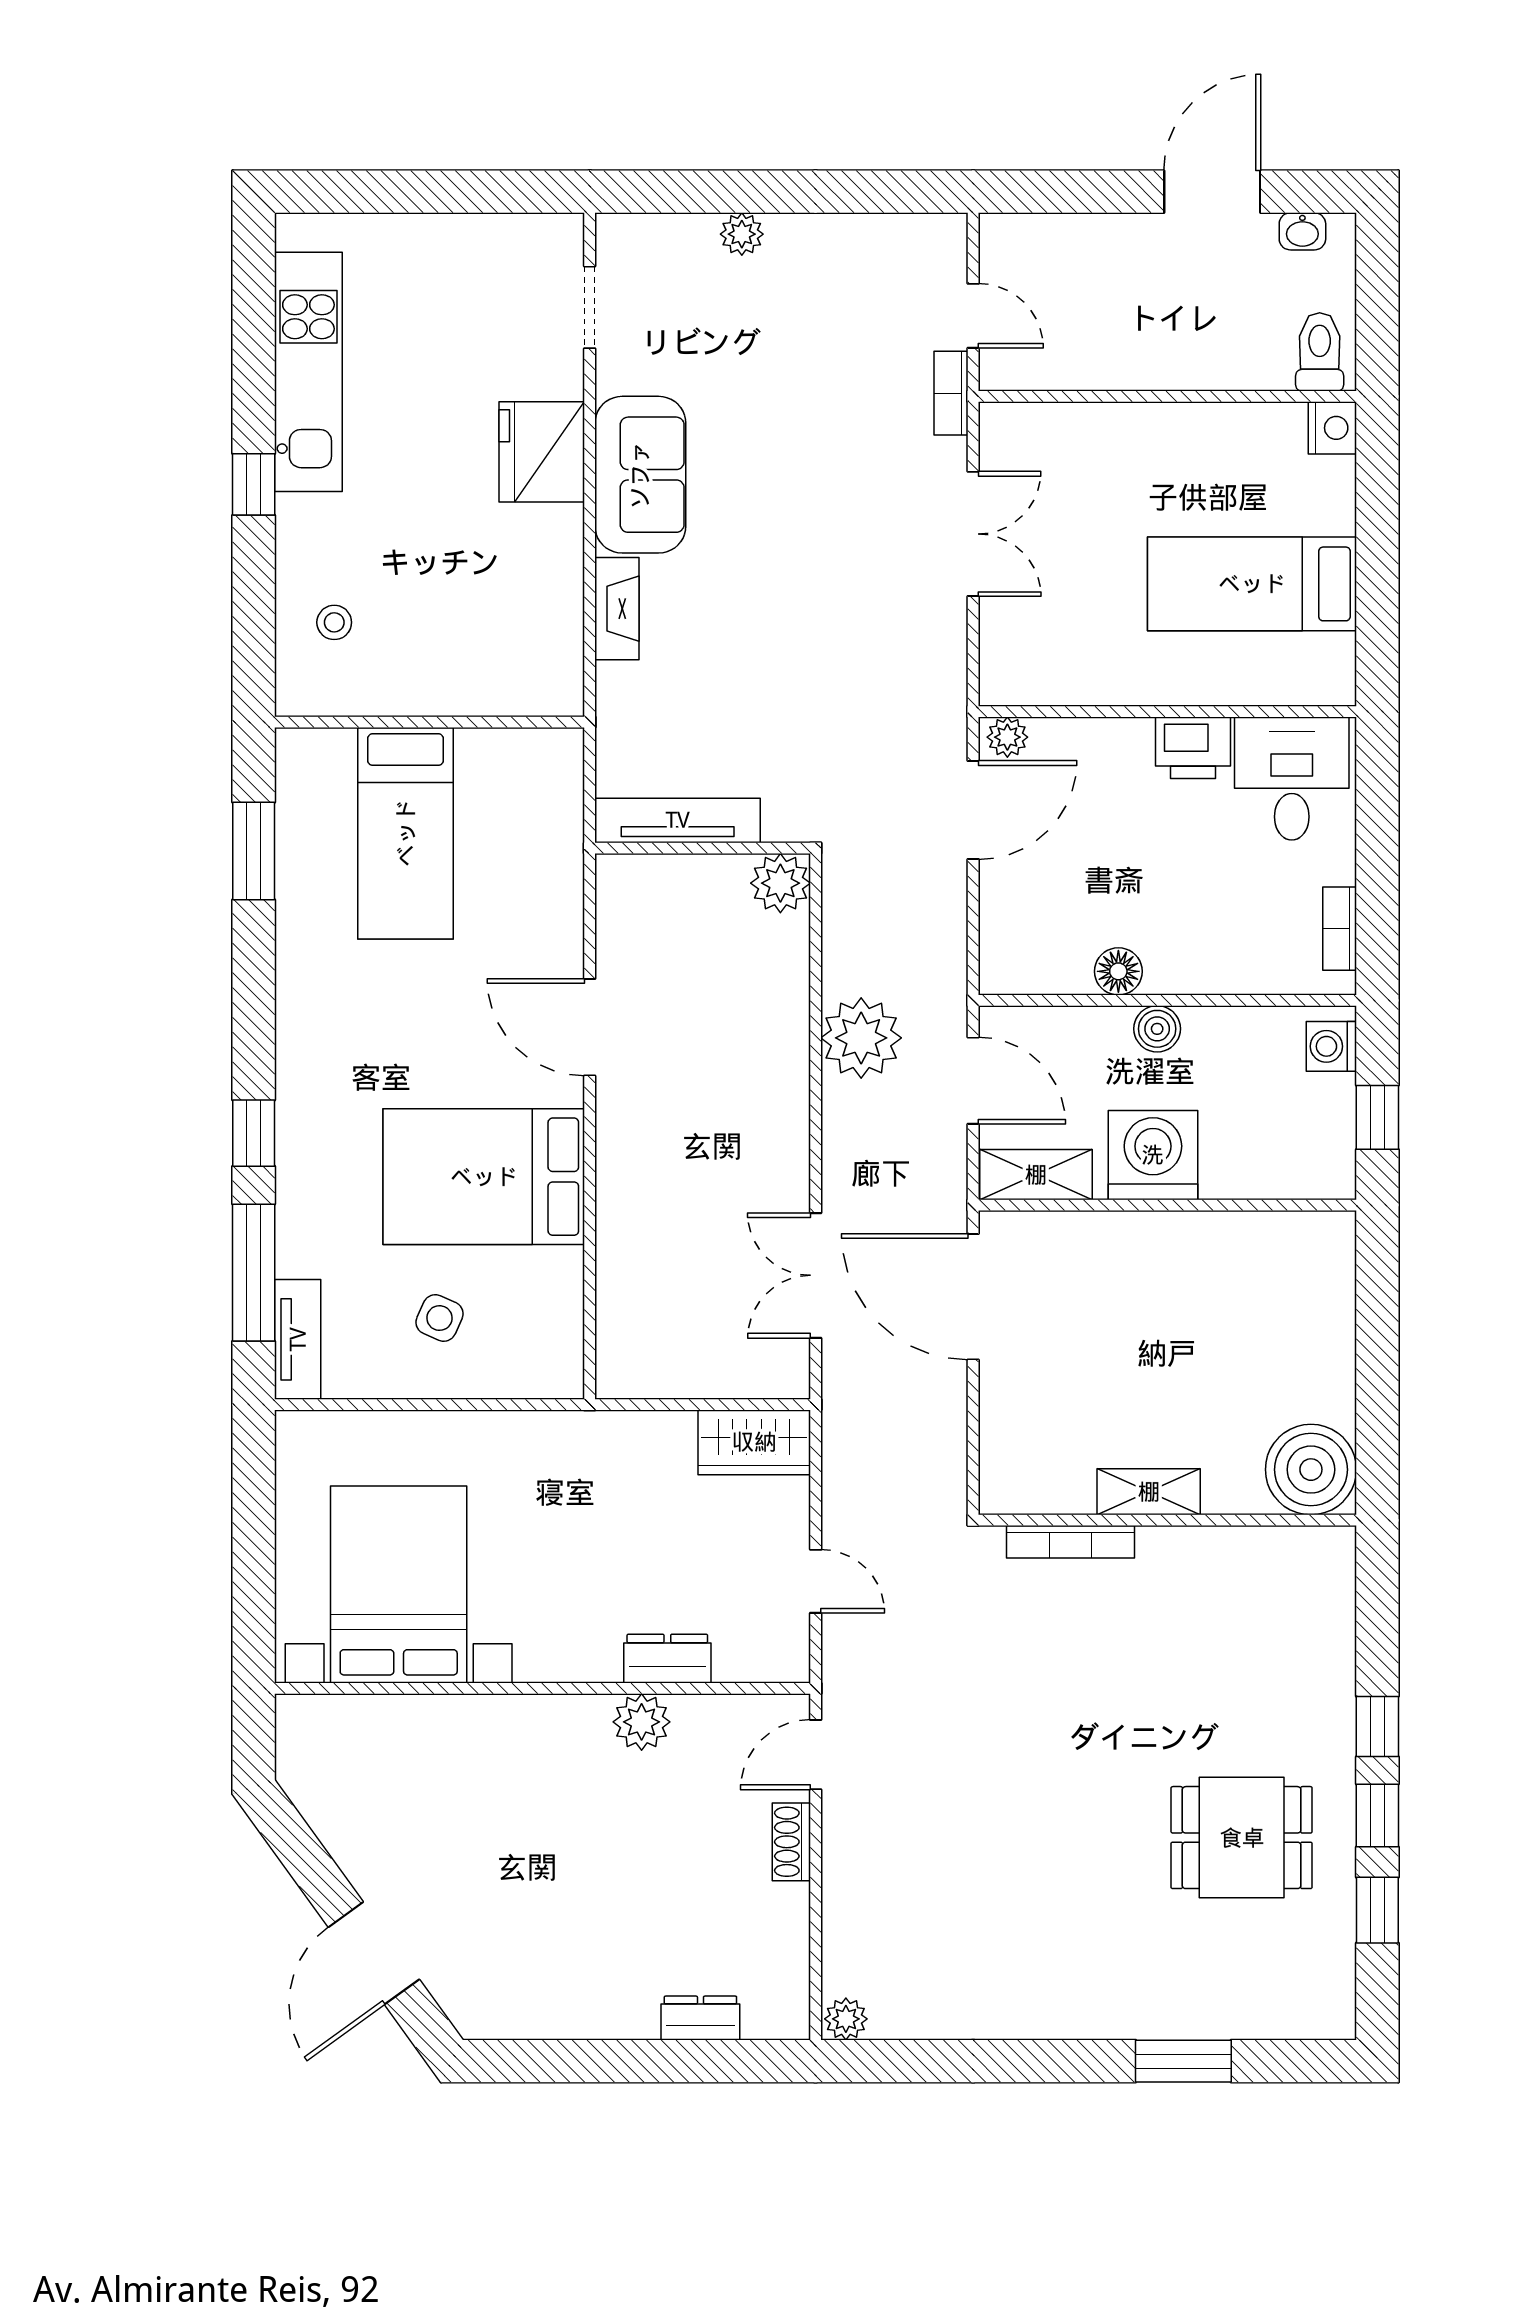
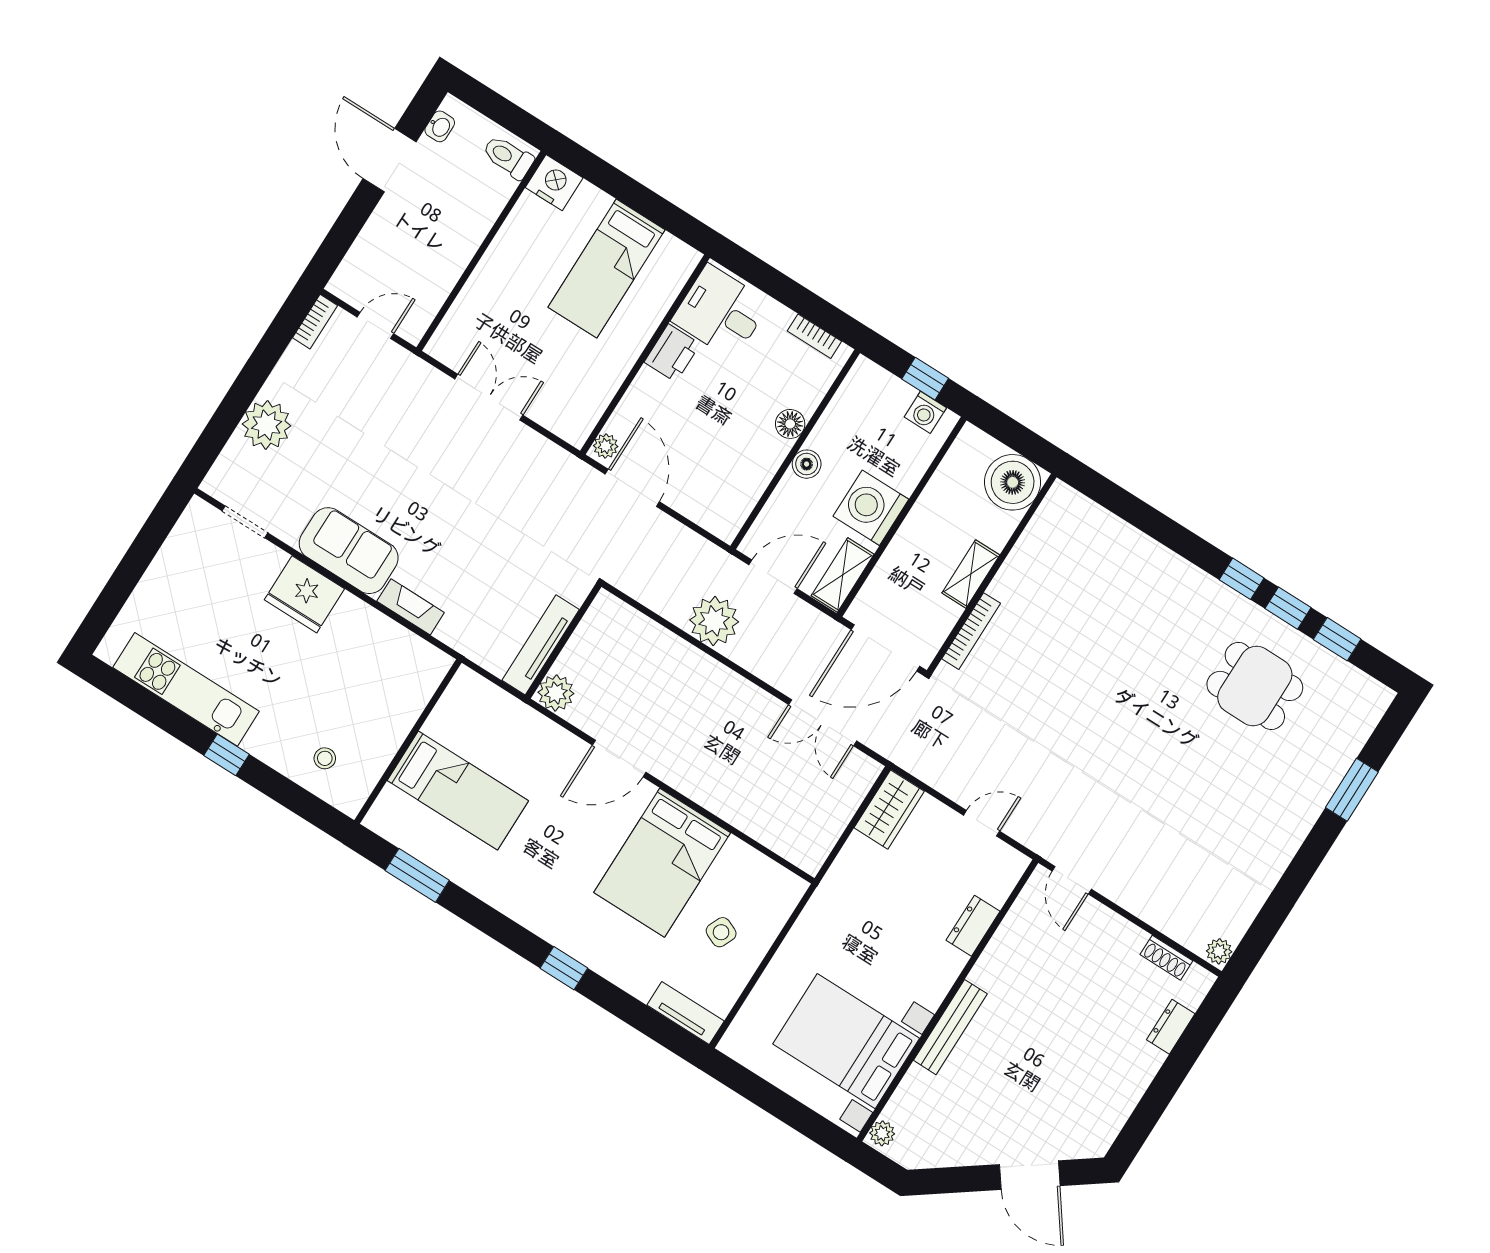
plant: (742, 234) -> (267, 425), width x1.87, depth x1.87
bookcase: (951, 393) -> (315, 322), moved, turned -90
nightstand: (1332, 428) -> (554, 183), width x1.36, depth x1.33
plant: (780, 883) -> (556, 693), moved
floor lamp: (1118, 971) -> (790, 424), moved
washing machine: (1331, 1046) -> (925, 412), moved
window: (254, 1273) -> (636, 1014), removed
boiler: (1311, 1470) -> (1013, 482), moved
shelving: (1149, 1492) -> (971, 574), moved
wall: (1167, 1520) -> (992, 574), moved
bookcase: (1071, 1542) -> (971, 631), moved
bench: (508, 1715) -> (950, 1027), added
plant: (642, 1722) -> (882, 1133), moved, width x0.73, depth x0.73
dining table: (1242, 1838) -> (1255, 686), turned 90
shoe rack: (791, 1842) -> (1166, 958), moved

